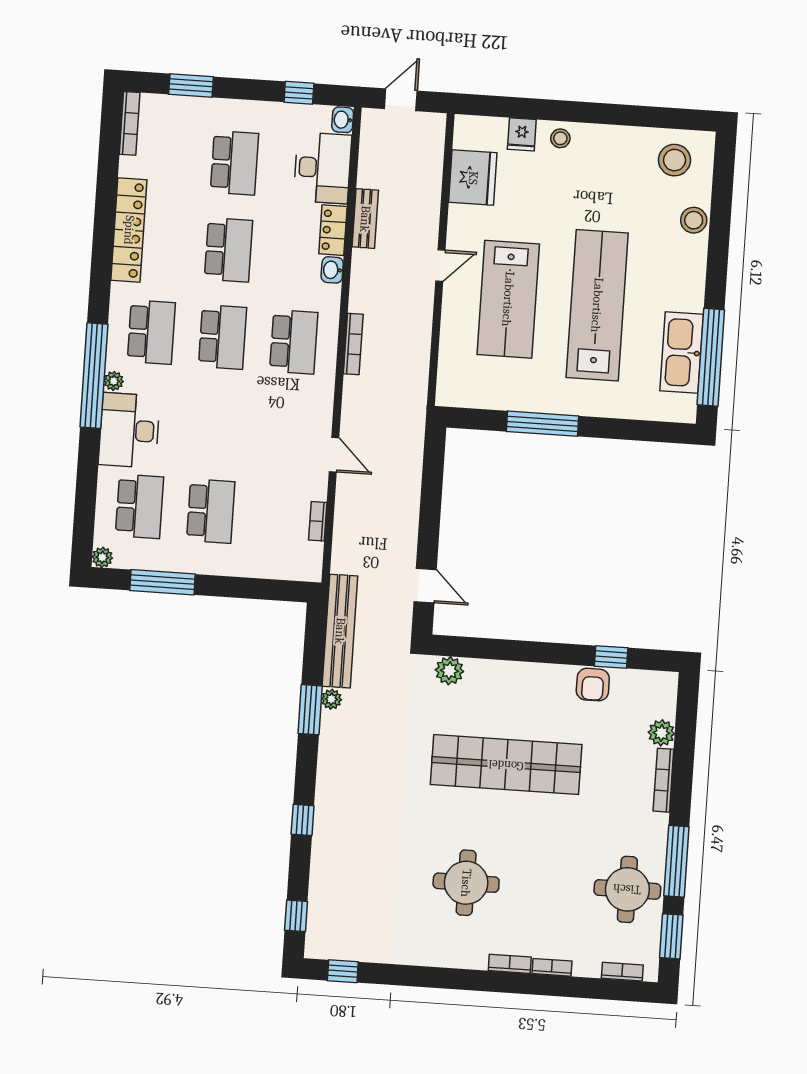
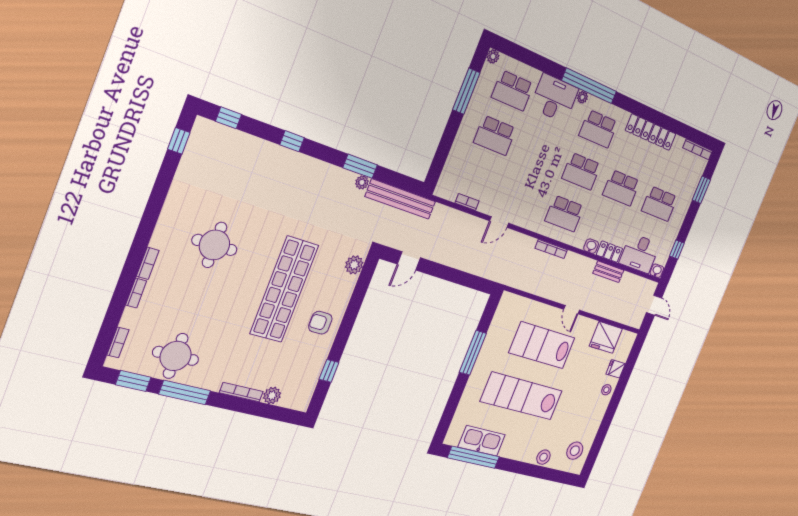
lab bench: (597, 305) -> (522, 396), turned 180
armchair: (593, 685) -> (320, 323), moved

